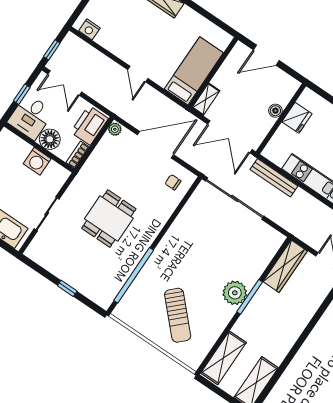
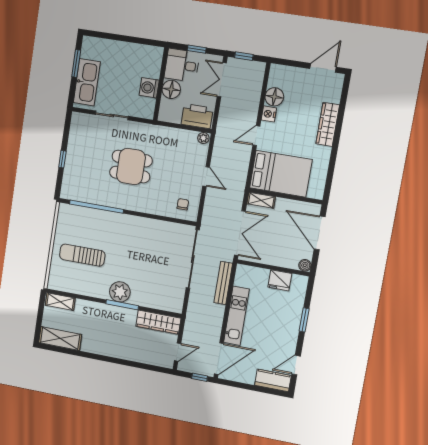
nightstand: (89, 29) -> (269, 114), moved
floor lamp: (107, 38) -> (274, 97), added
door: (266, 55) -> (320, 233), width x1.36
bed: (194, 71) -> (281, 174), width x1.50
boiler: (275, 111) -> (305, 265), moved
double door: (230, 137) -> (240, 233), swing flipped
door: (156, 145) -> (206, 177), width x0.53
bookcase: (78, 155) -> (169, 118), removed
sun lounger: (178, 315) -> (82, 255), turned 44
shelving: (224, 358) -> (60, 302), width x0.67, depth x0.75

